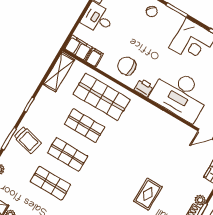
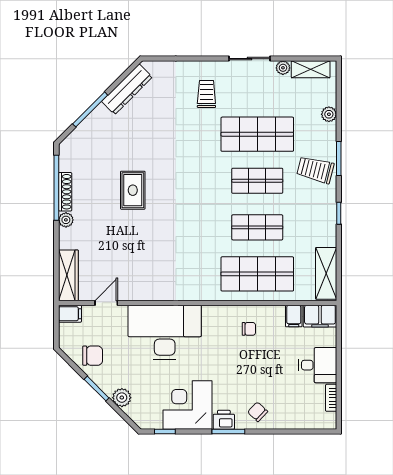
chair: (127, 66) -> (249, 329), width x0.54, depth x0.54
printer: (144, 88) -> (224, 420), moved, turned 180
shop shelf: (50, 183) -> (257, 134), width x1.43, depth x1.36

